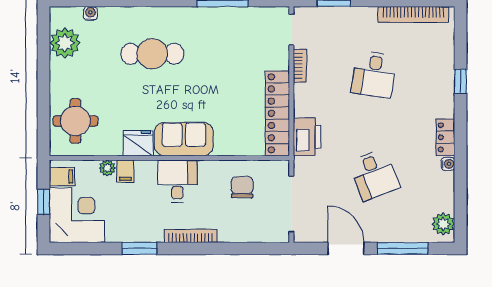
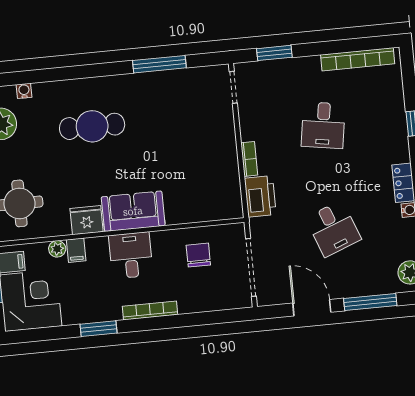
bookcase: (300, 66) -> (249, 159), moved
locker: (277, 113) -> (227, 175), removed

